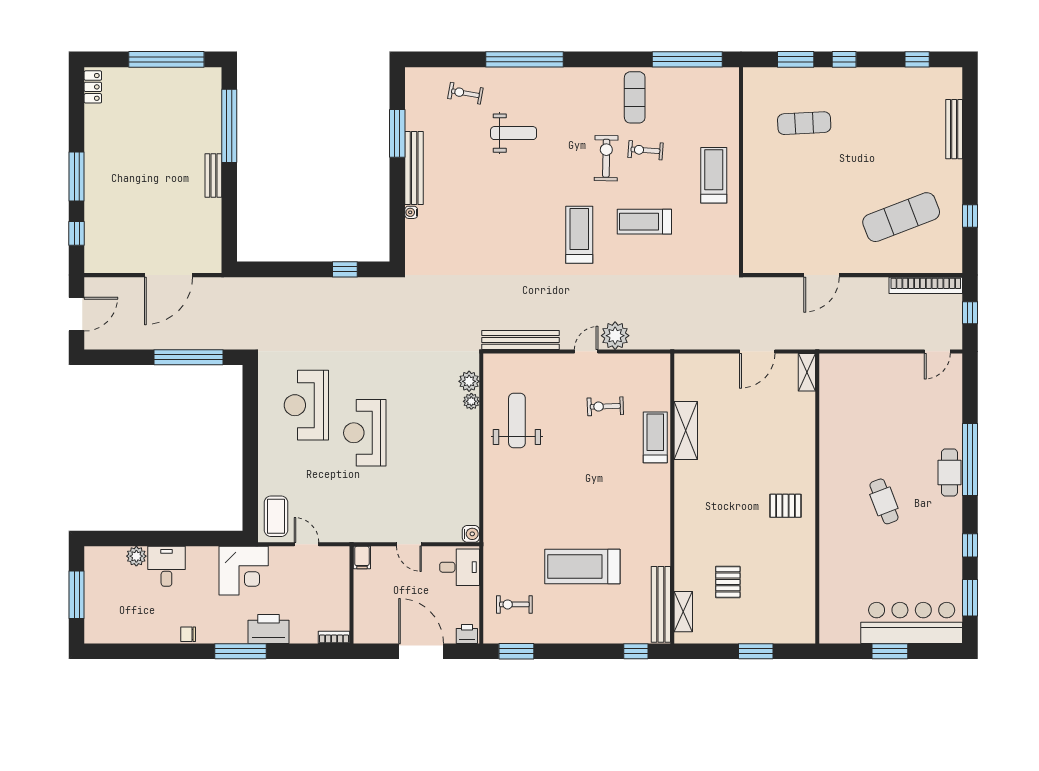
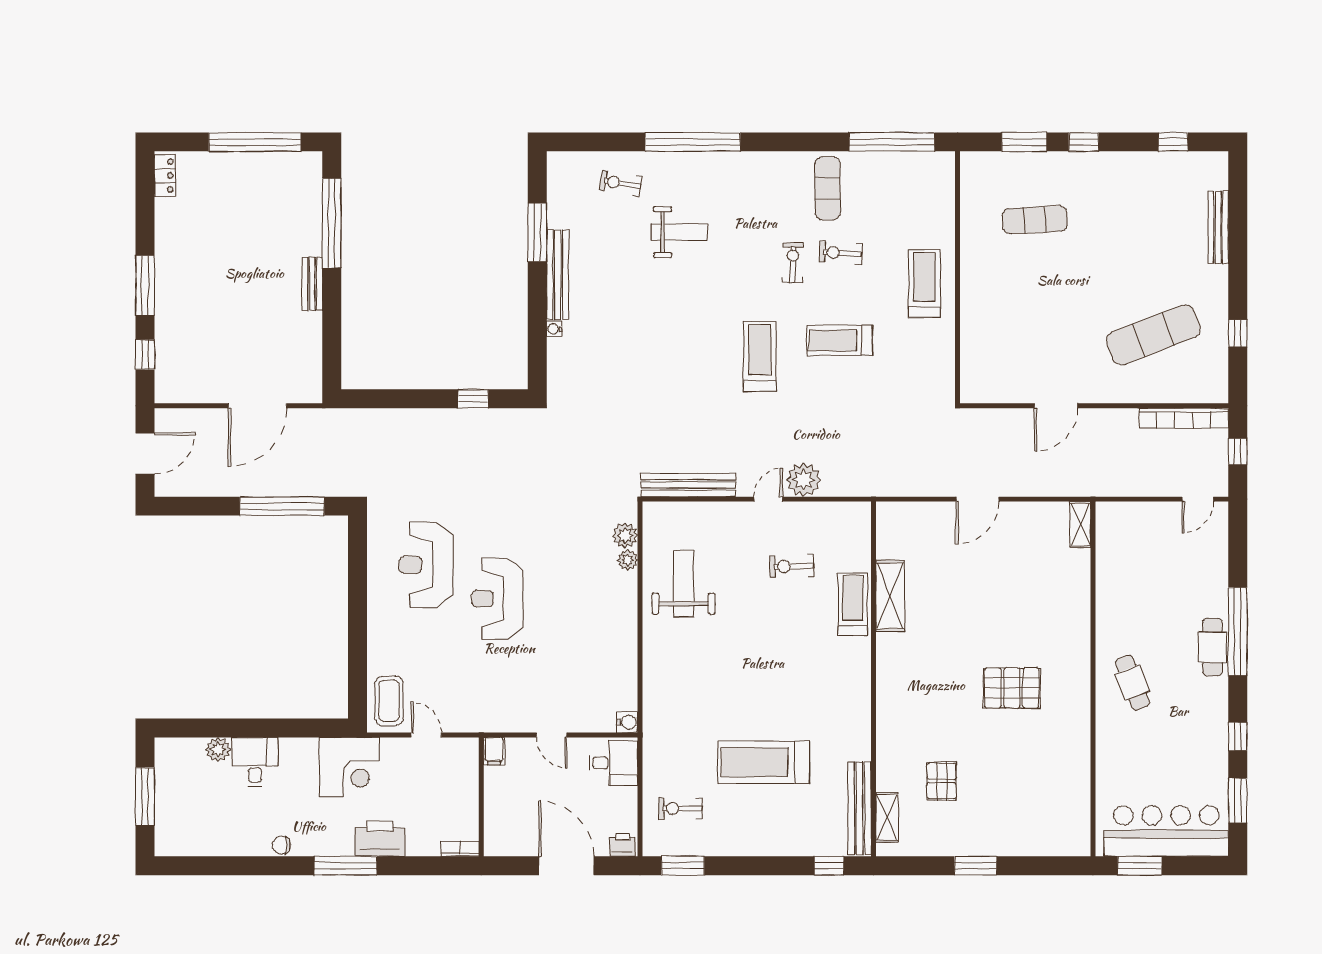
exercise bike: (606, 158) -> (793, 263), width x0.73, depth x0.72
shelving: (807, 372) -> (1080, 524), moved
wall: (817, 498) -> (1093, 679), moved
pallet: (785, 506) -> (1012, 688), width x1.50, depth x1.42

